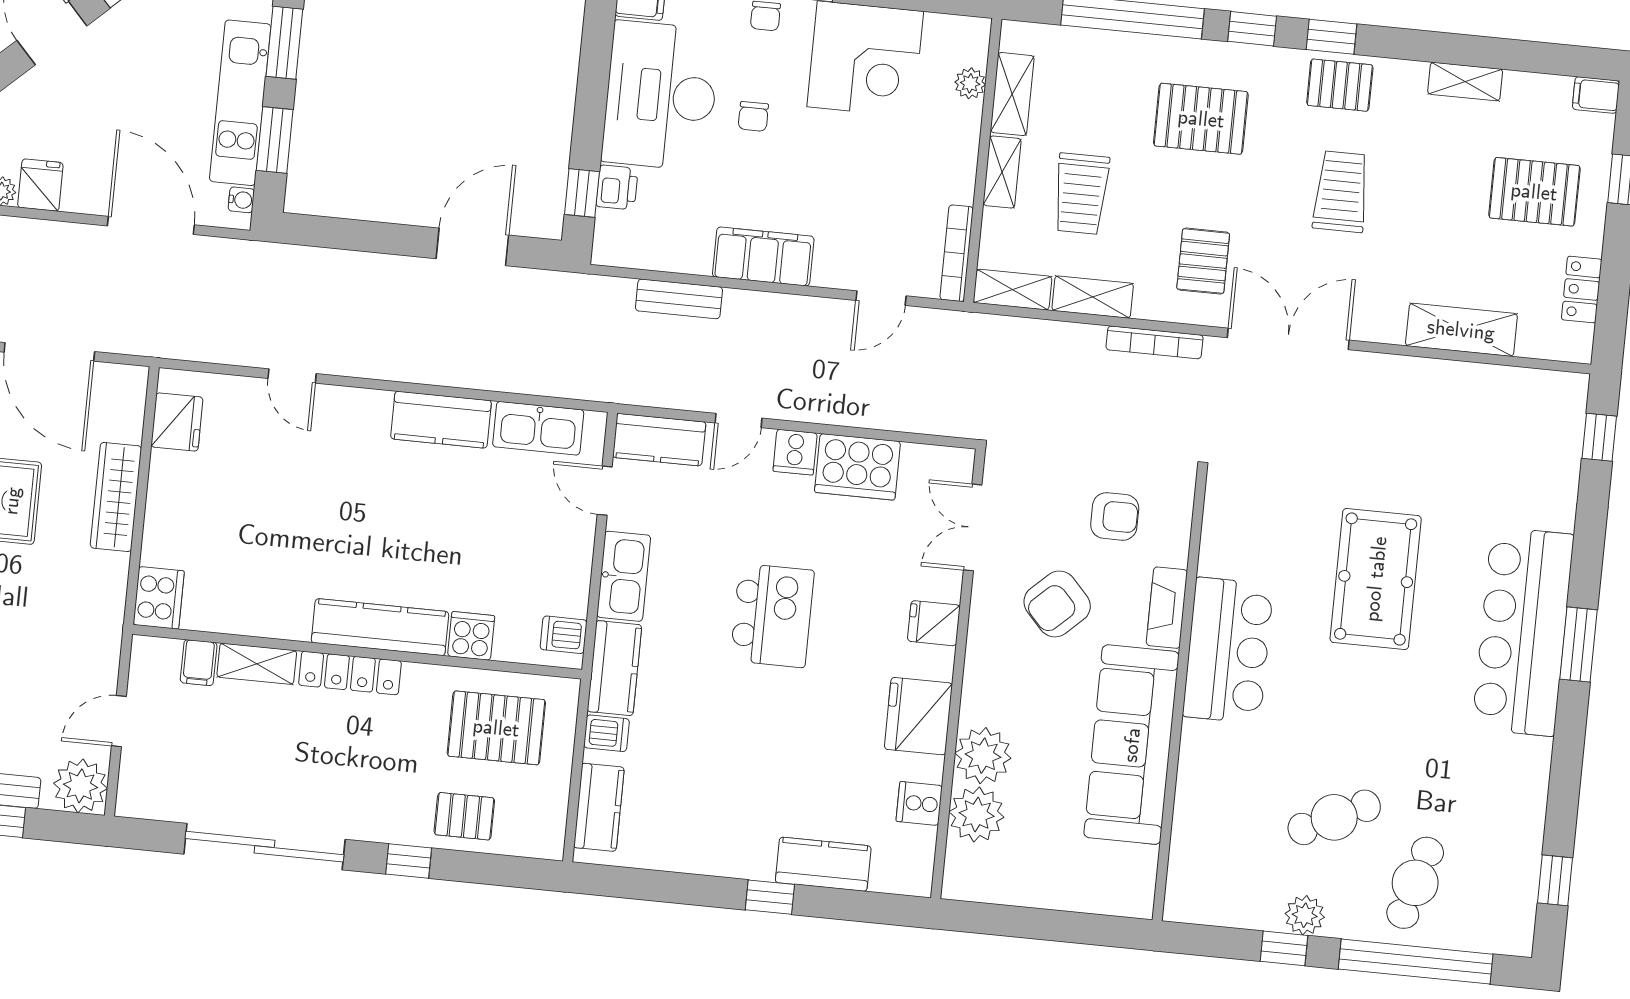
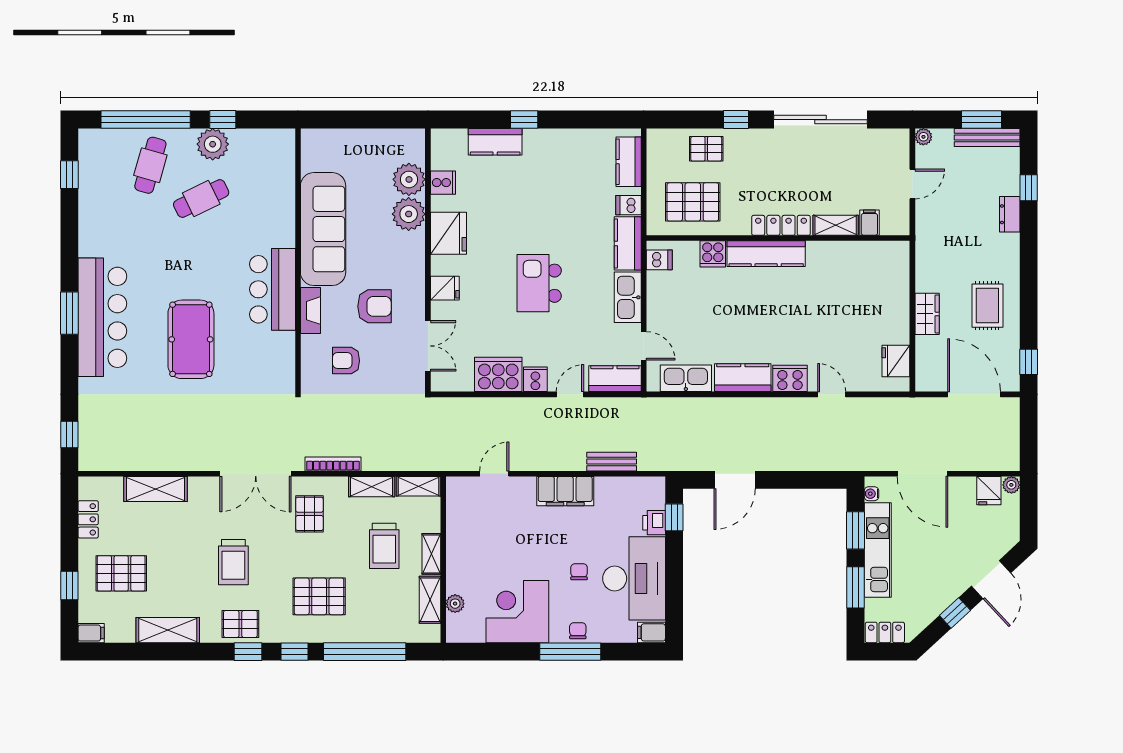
shelving: (1465, 82) -> (168, 630), width x1.50, depth x1.33
trolley: (1081, 194) -> (384, 546), turned 180
bookcase: (957, 253) -> (453, 504), removed
wardrobe: (116, 497) -> (927, 314), width x0.67
cooker: (159, 598) -> (790, 378), moved, turned 90
armchair: (1057, 604) -> (374, 306), turned 43
plant: (80, 786) -> (923, 137), width x0.53, depth x0.53
plant: (1305, 915) -> (213, 144), width x1.36, depth x1.36

